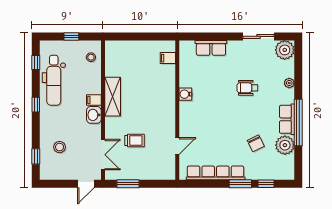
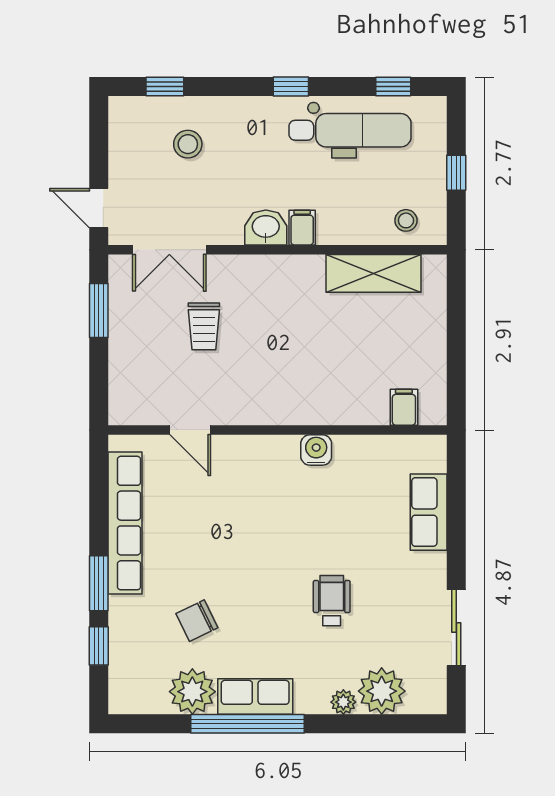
plant: (285, 50) -> (382, 691), moved
dental chair: (54, 80) -> (350, 130), turned 180
shelving: (113, 97) -> (374, 273), moved

